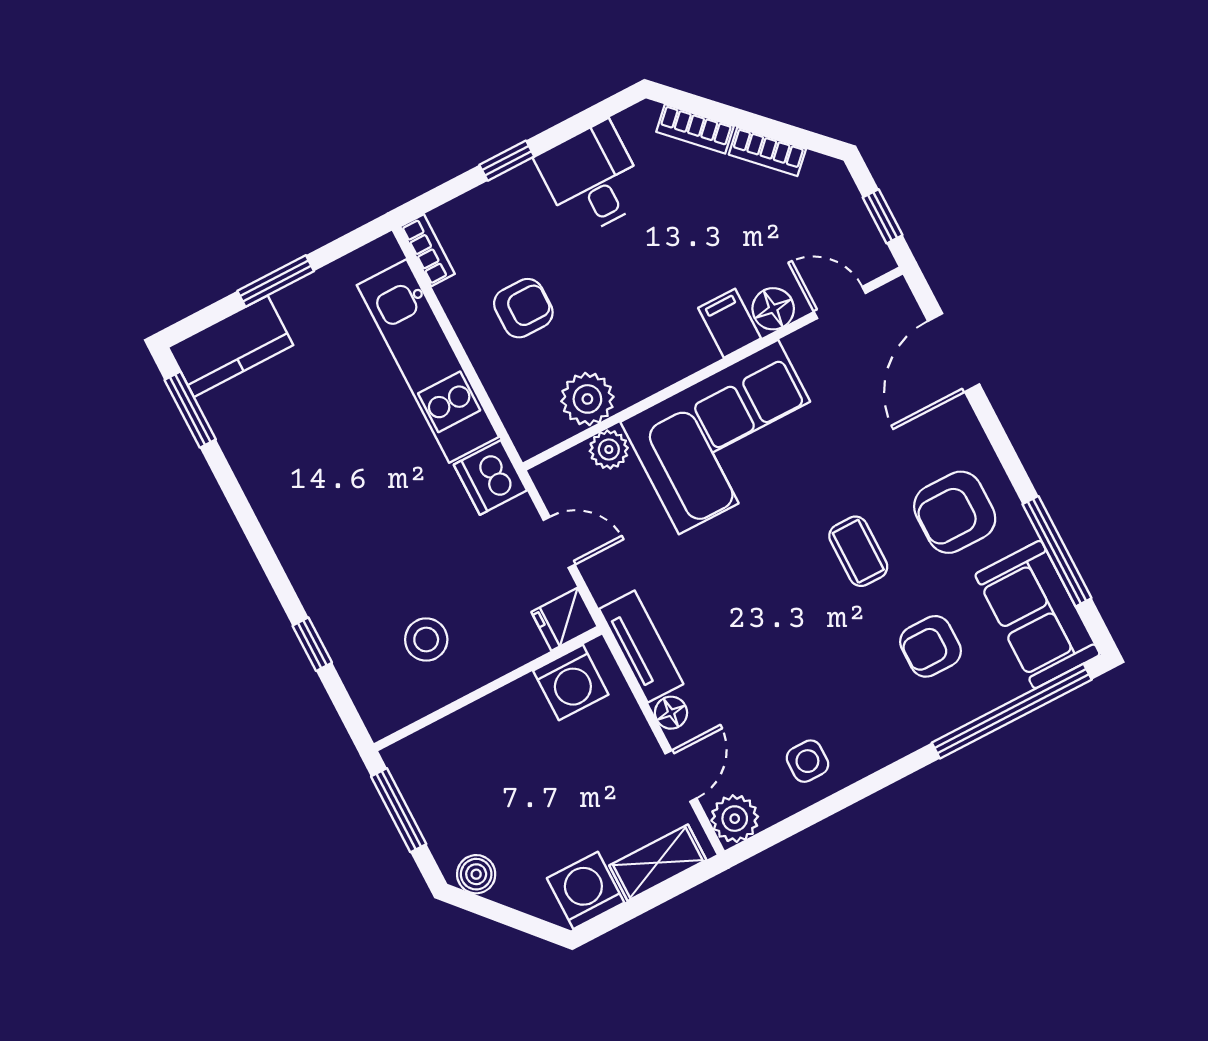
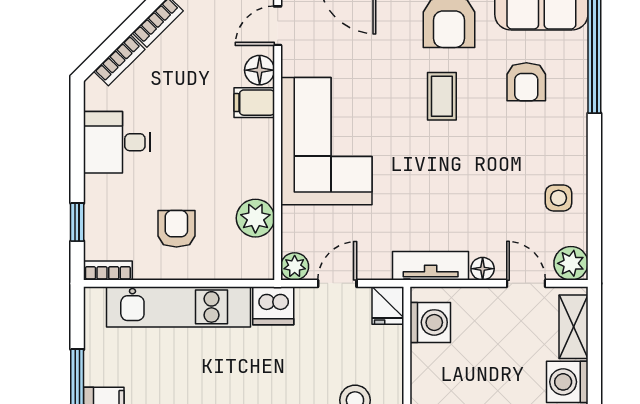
window: (507, 161) -> (77, 222), moved
plant: (609, 450) -> (295, 266), moved
coffee table: (858, 551) -> (442, 96), turned 90

